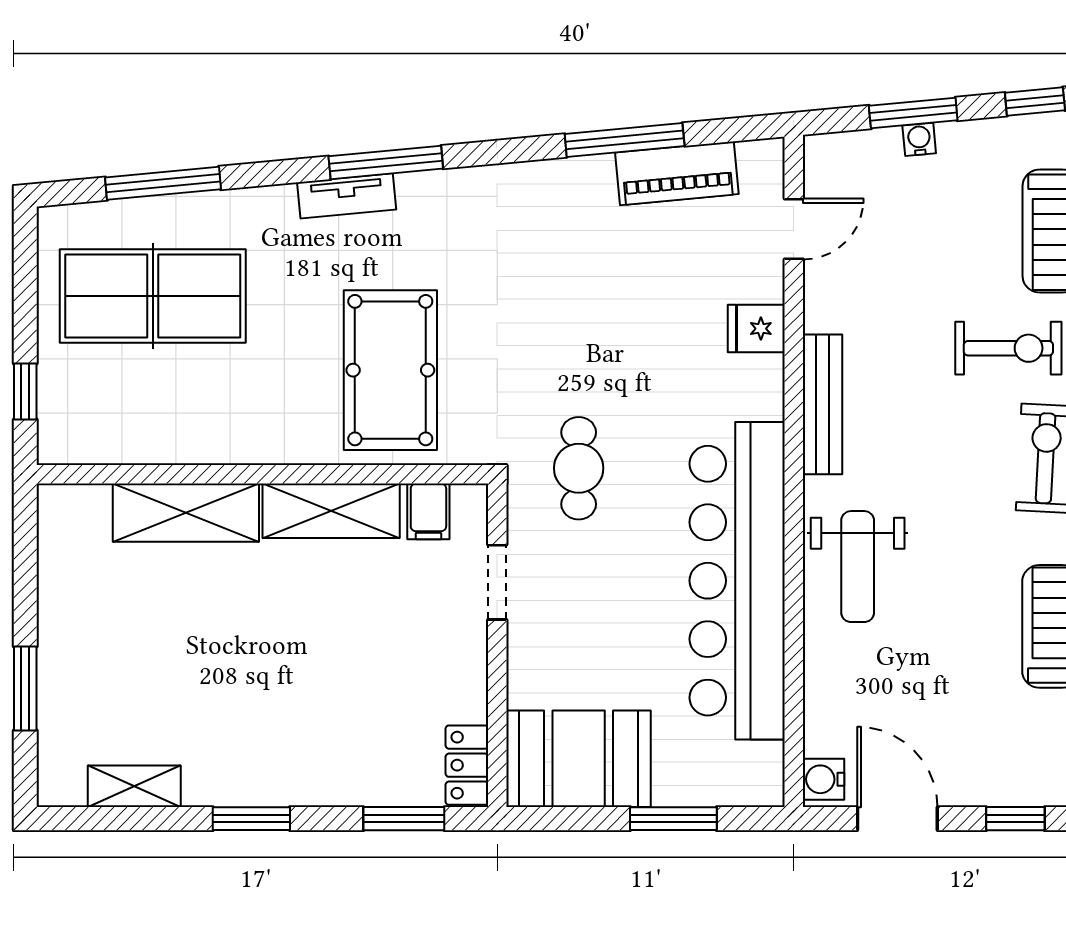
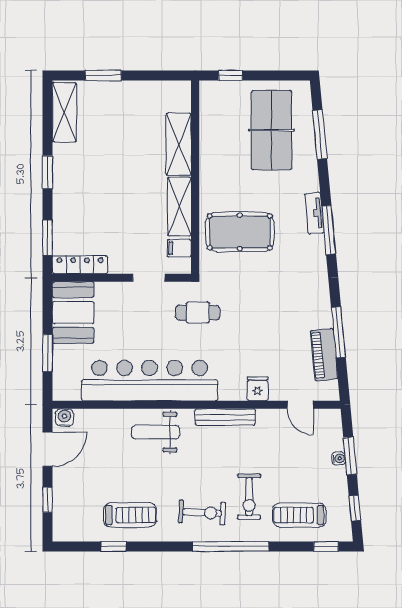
locker: (467, 765) -> (80, 265), width x1.53
shelving: (134, 786) -> (64, 112), width x1.50, depth x1.33

